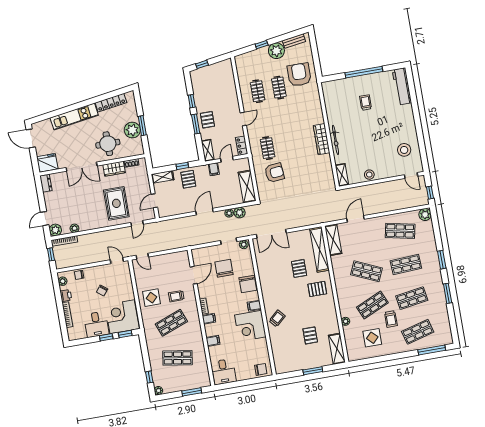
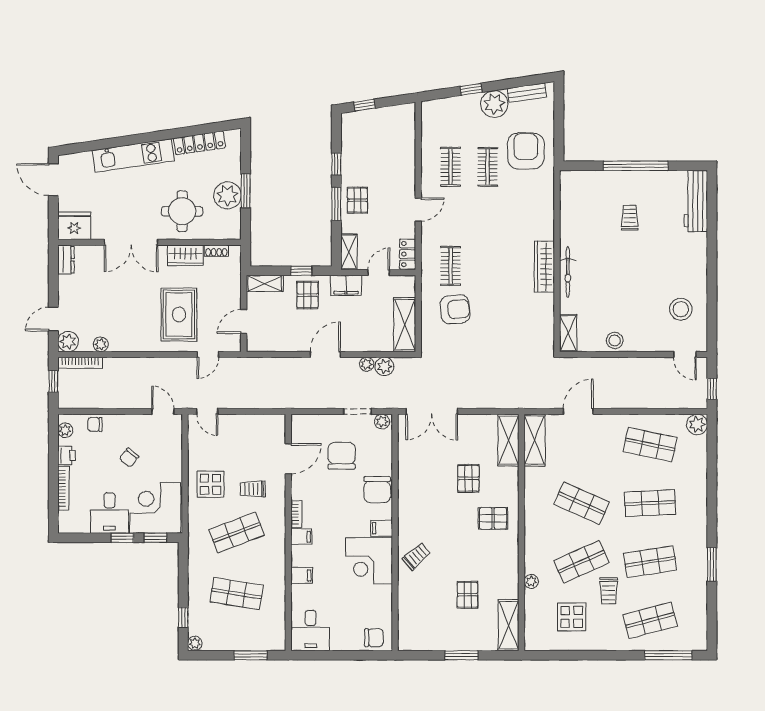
filing cabinet: (214, 169) -> (346, 286), width x2.00
shelving: (319, 249) -> (508, 440), width x0.68
window: (442, 260) -> (712, 506), removed

